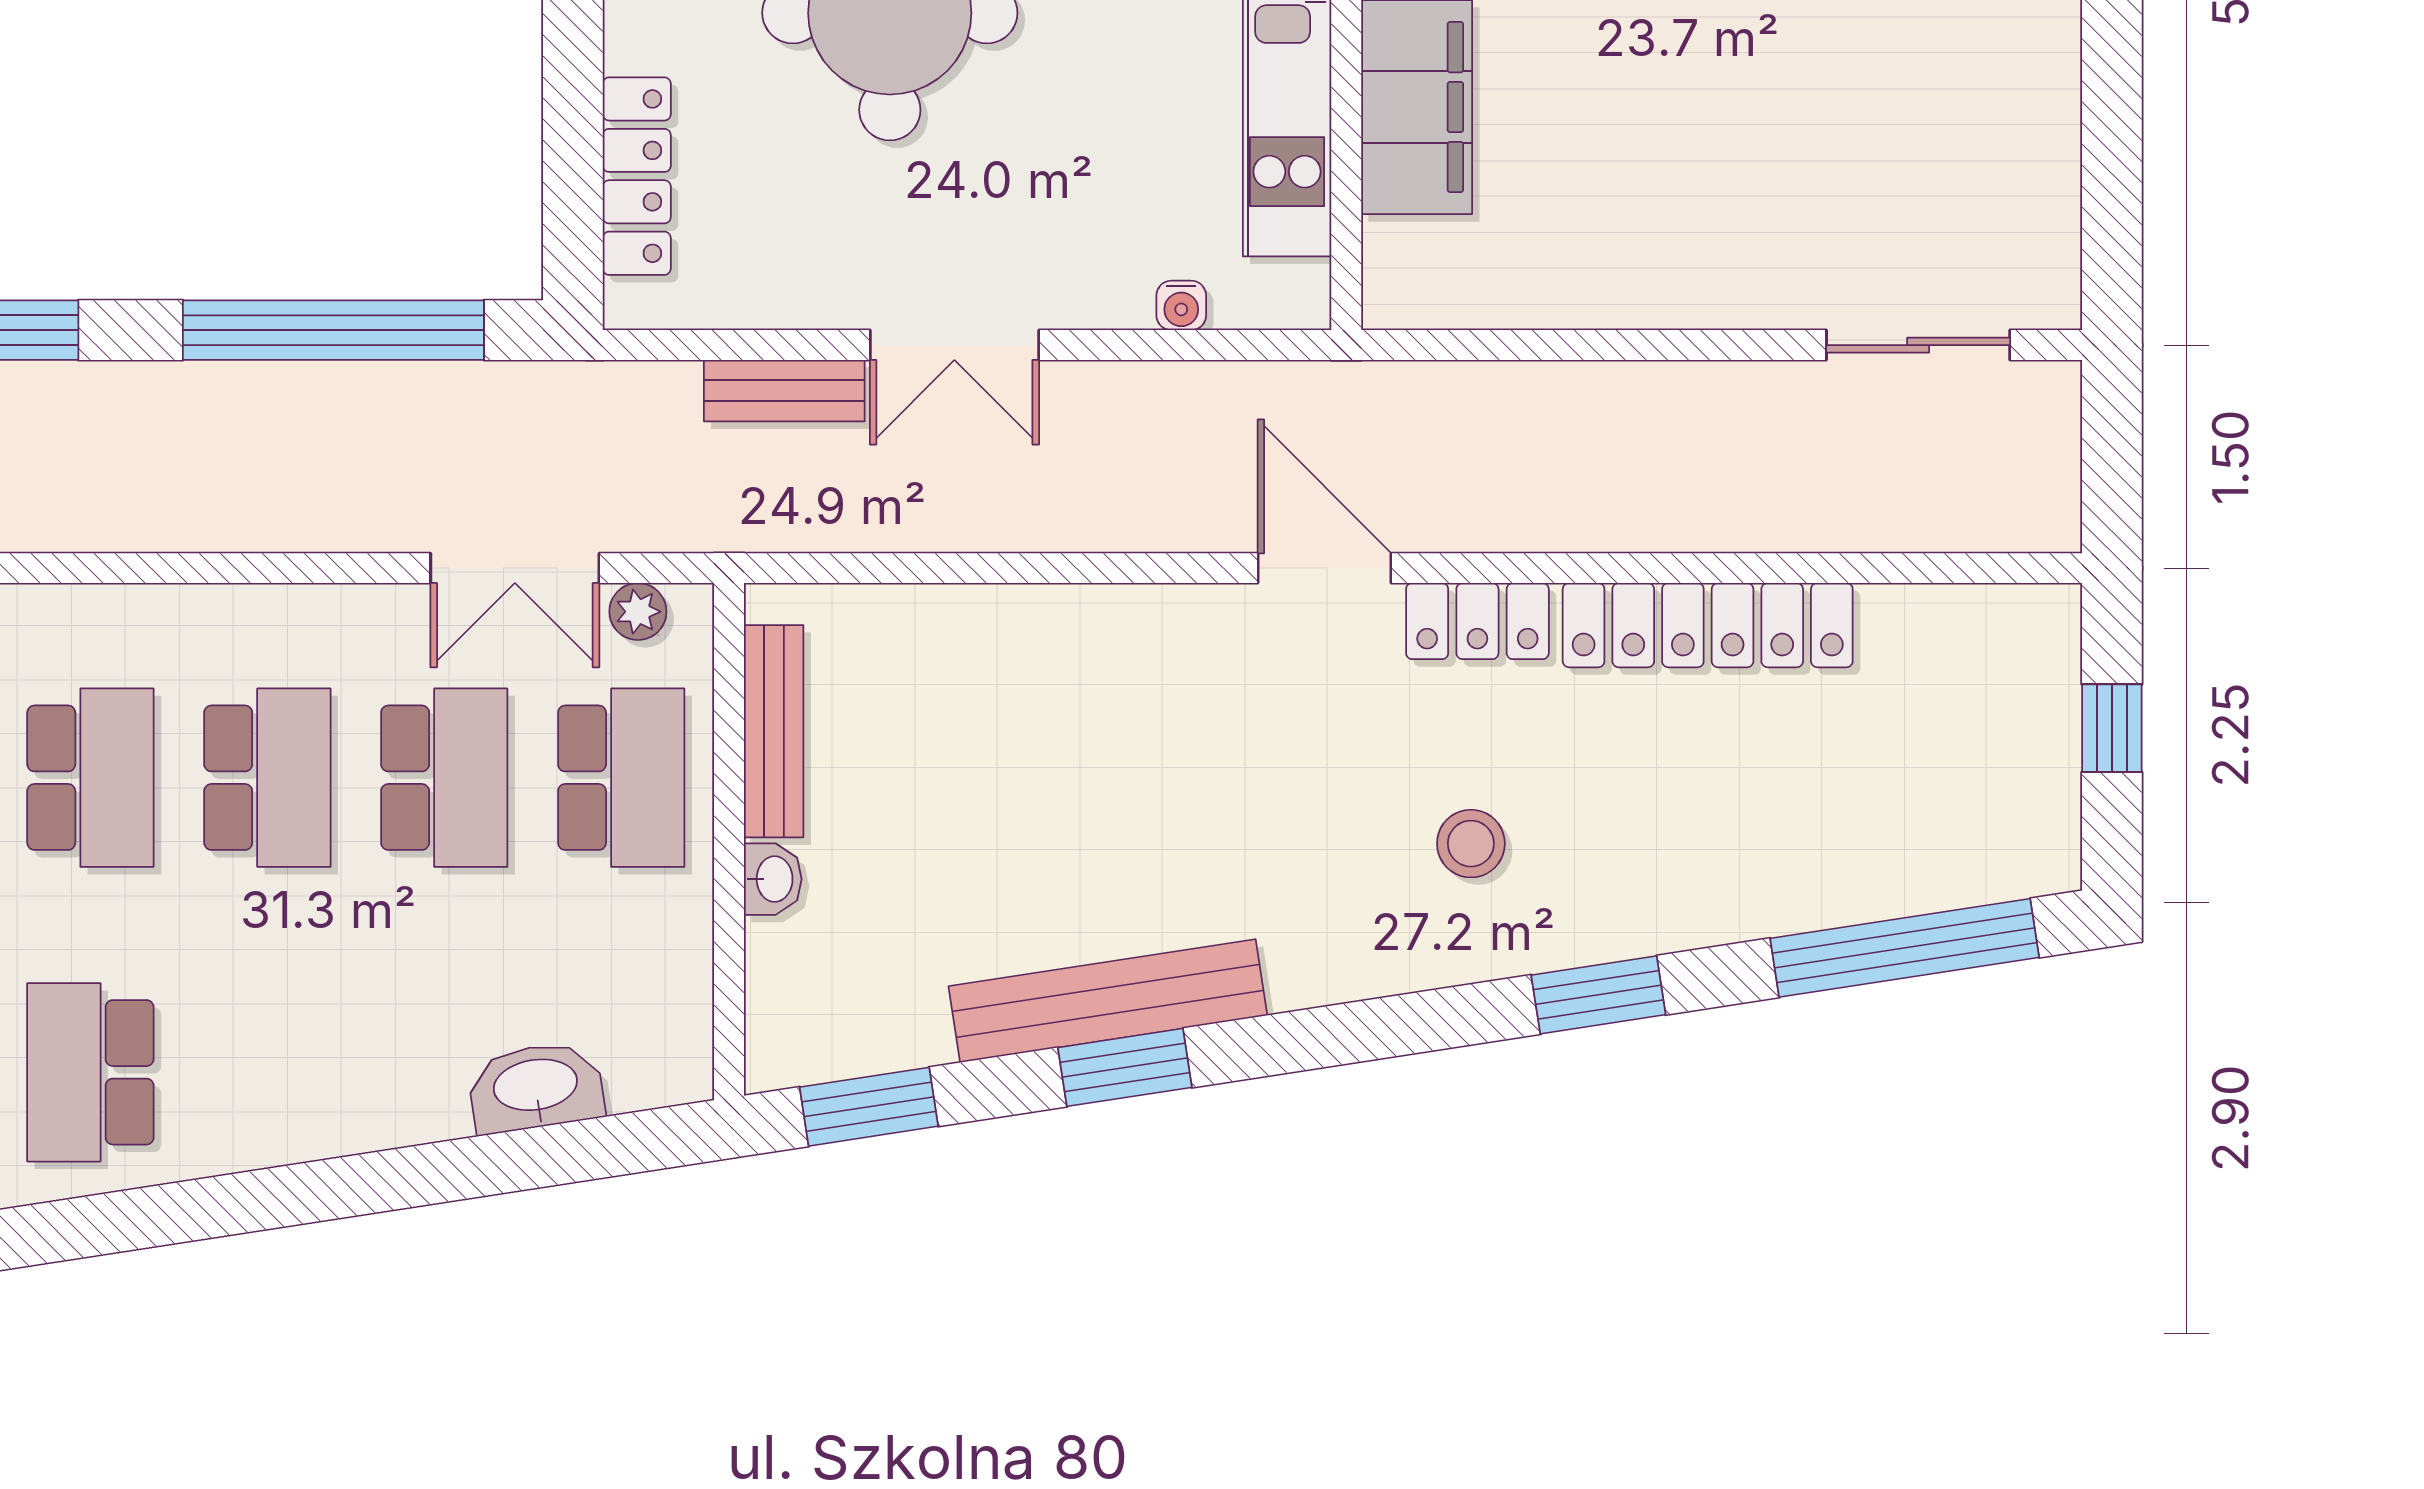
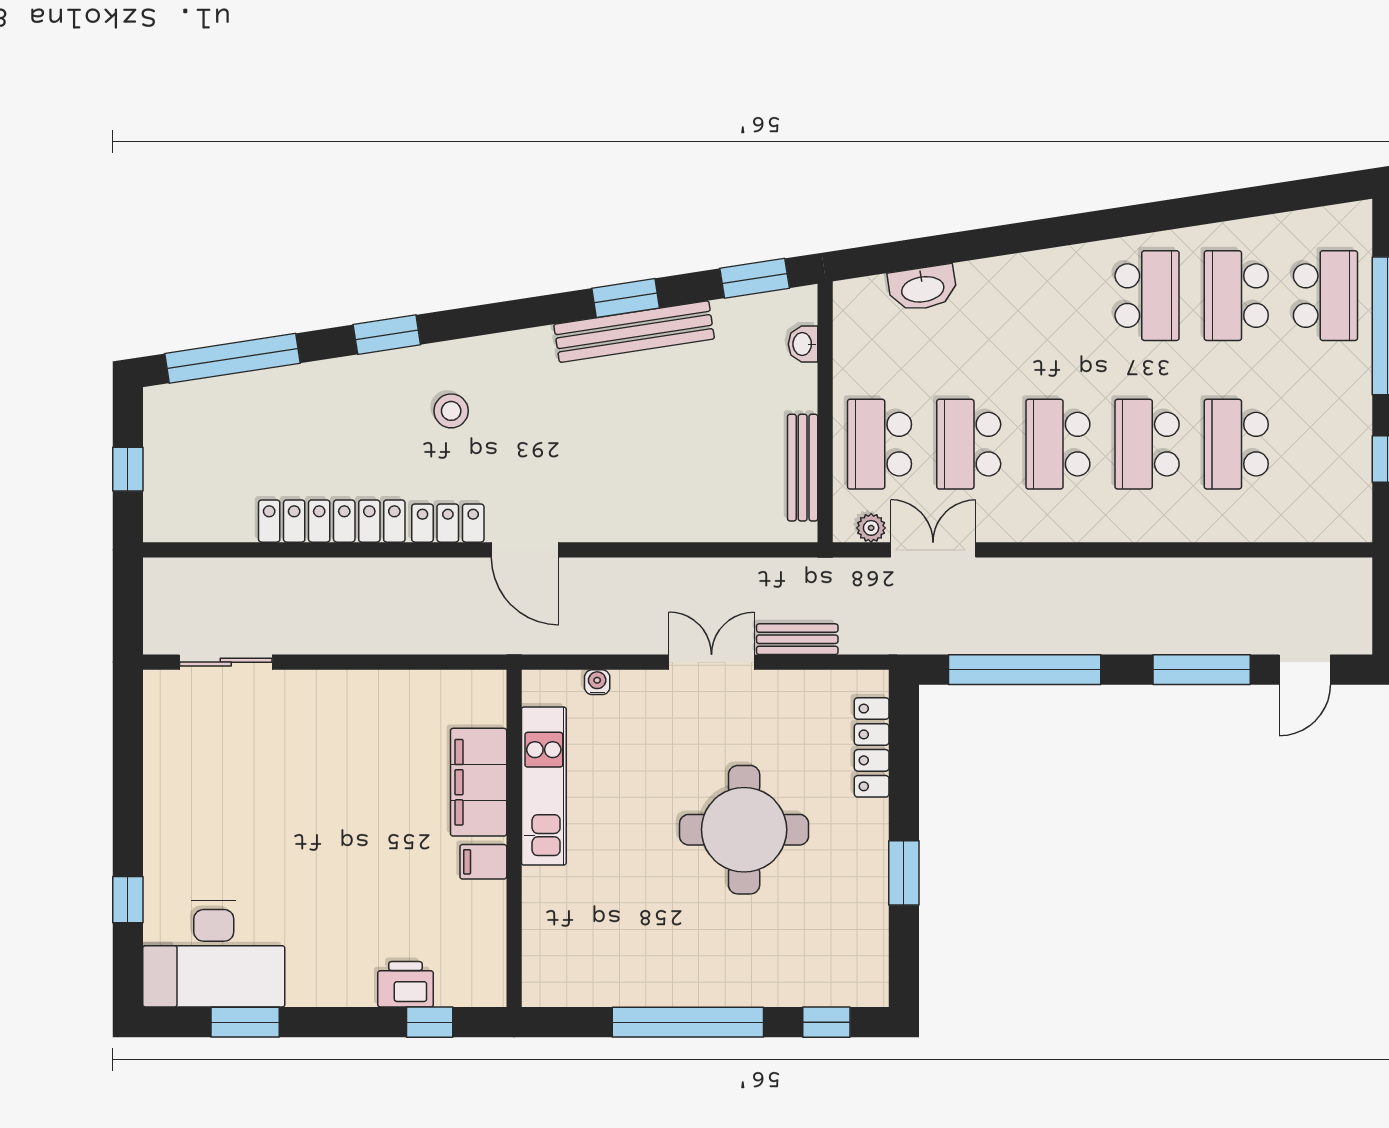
washbasin: (773, 879) -> (803, 344), moved

